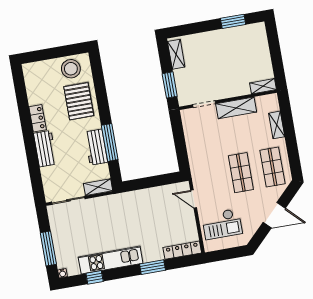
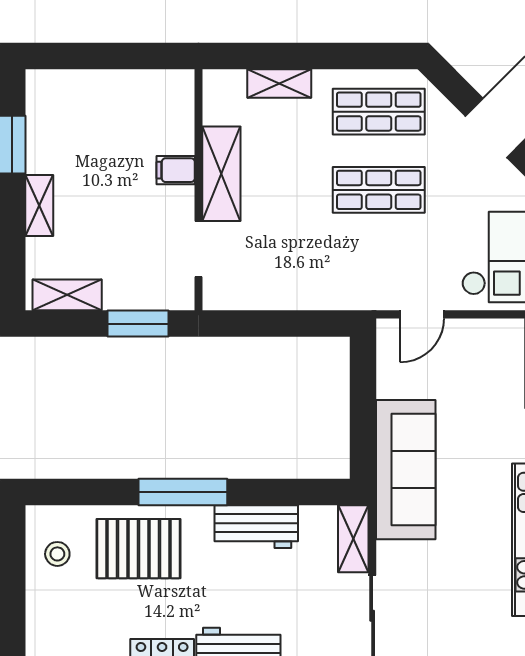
stool: (71, 69) -> (57, 554), width x0.53, depth x0.53
shelving: (263, 86) -> (39, 205), moved
filing cabinet: (234, 89) -> (176, 170), added
window: (110, 142) -> (183, 492), moved
sofa: (130, 203) -> (406, 470), added

